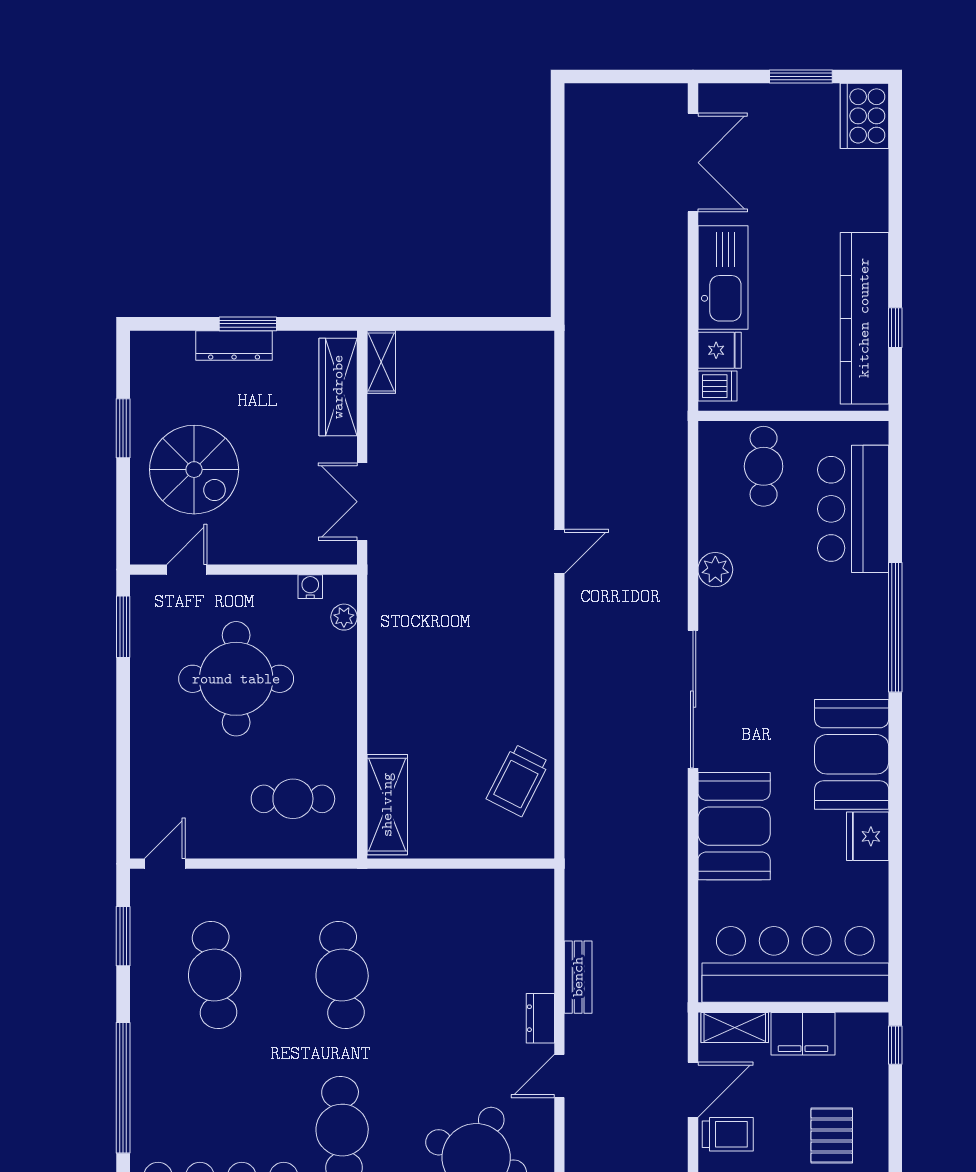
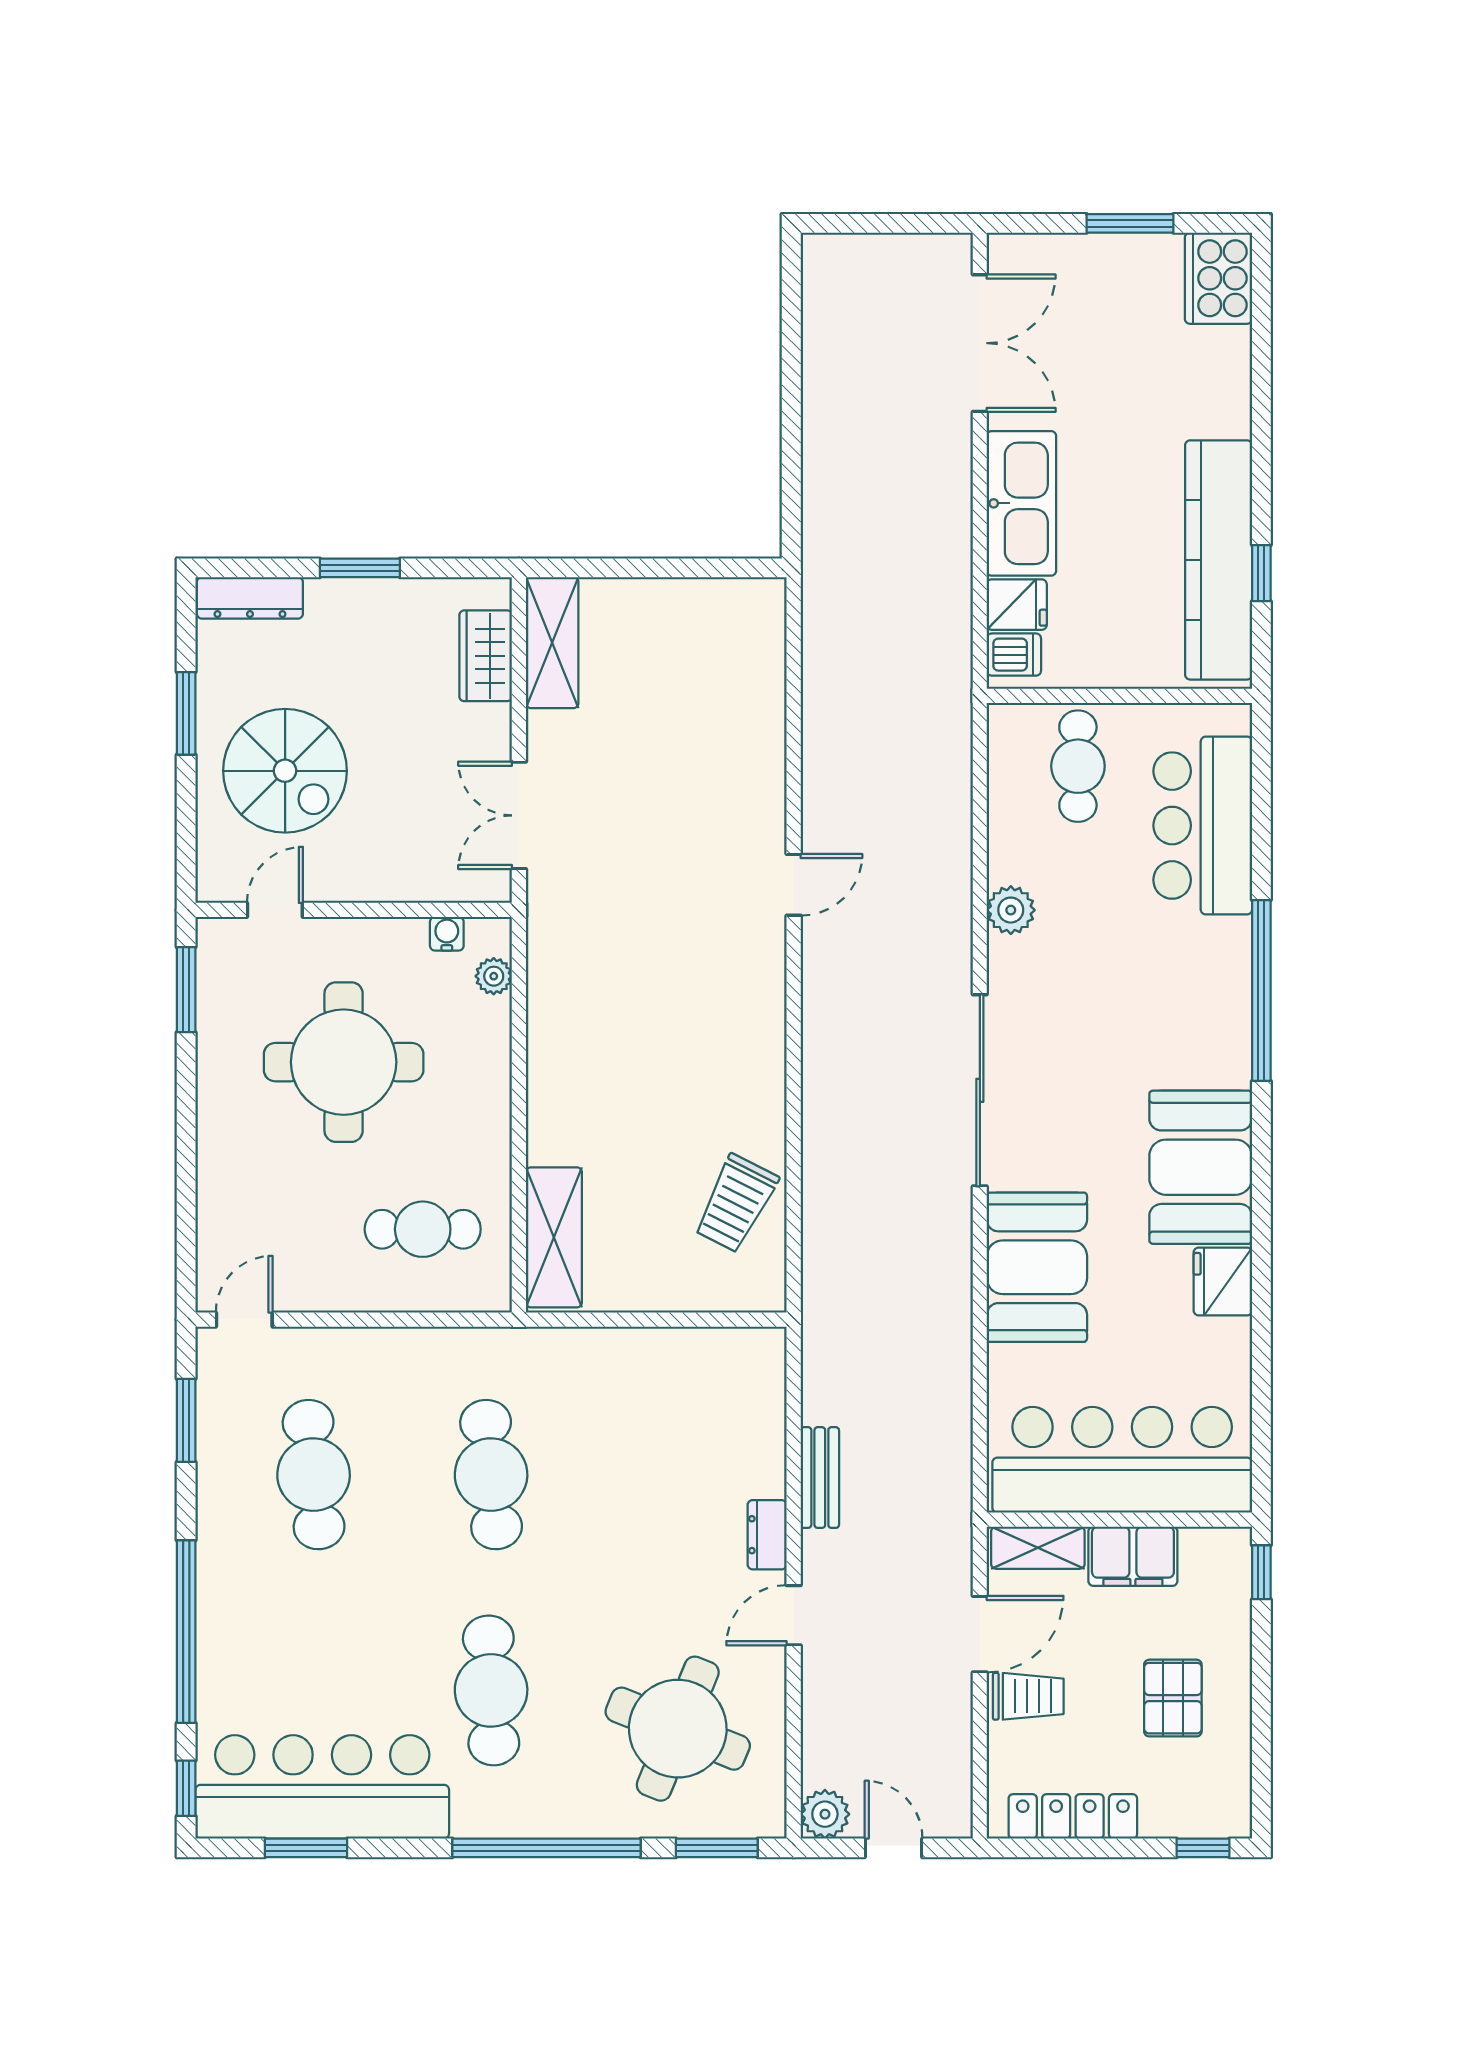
dresser: (234, 345) -> (250, 598), moved
shelving: (381, 362) -> (552, 643), width x1.50, depth x1.33
wardrobe: (338, 387) -> (486, 656), width x0.67

